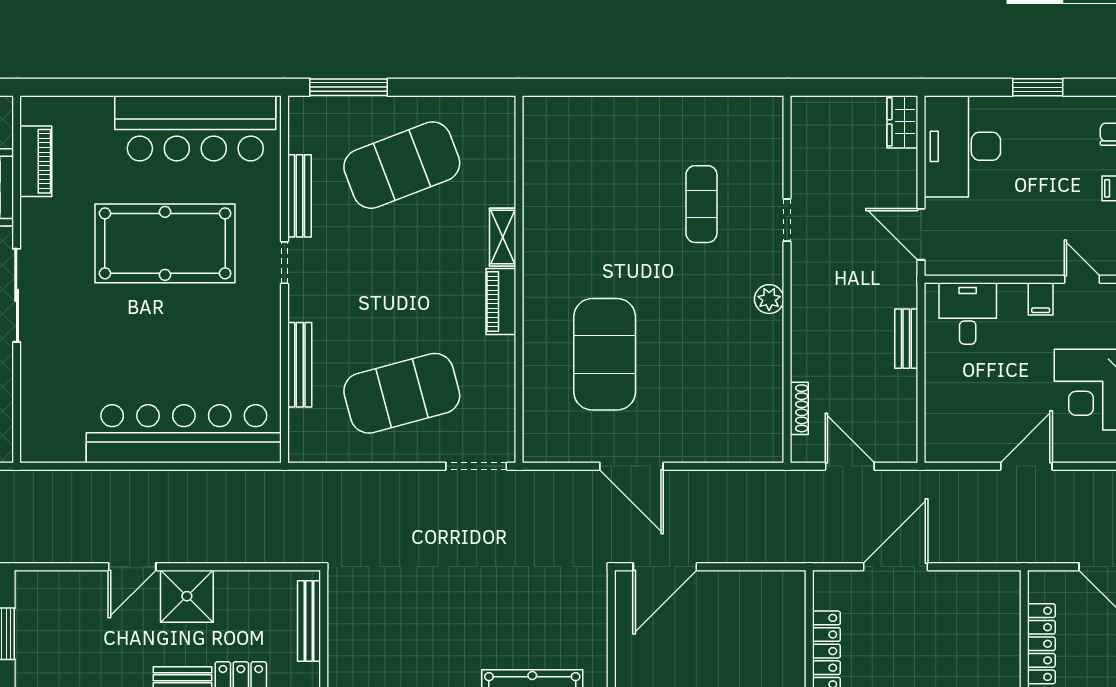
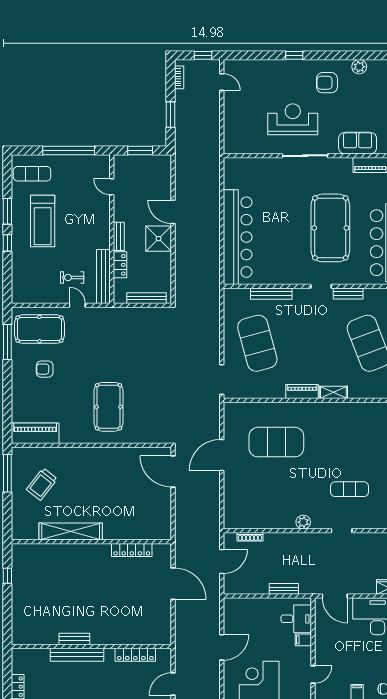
bench: (299, 196) -> (348, 293), width x0.73
door: (921, 234) -> (335, 596), swing flipped
filing cabinet: (1041, 299) -> (303, 640), moved
door: (1026, 466) -> (222, 647), hinge flipped

